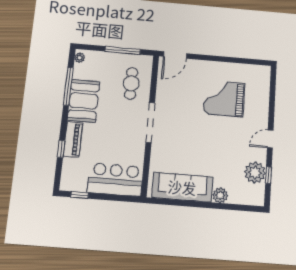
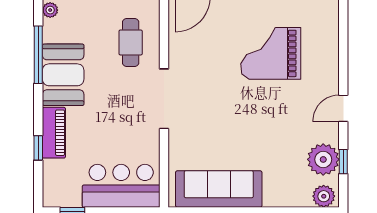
plant: (220, 195) -> (324, 196), moved

